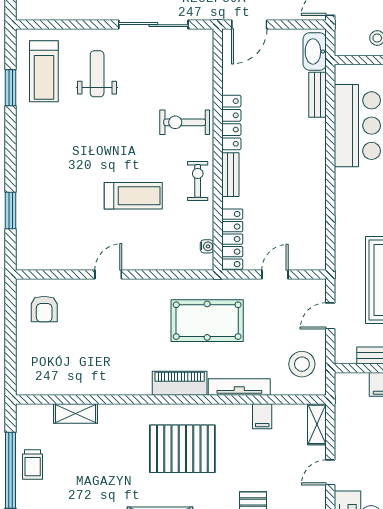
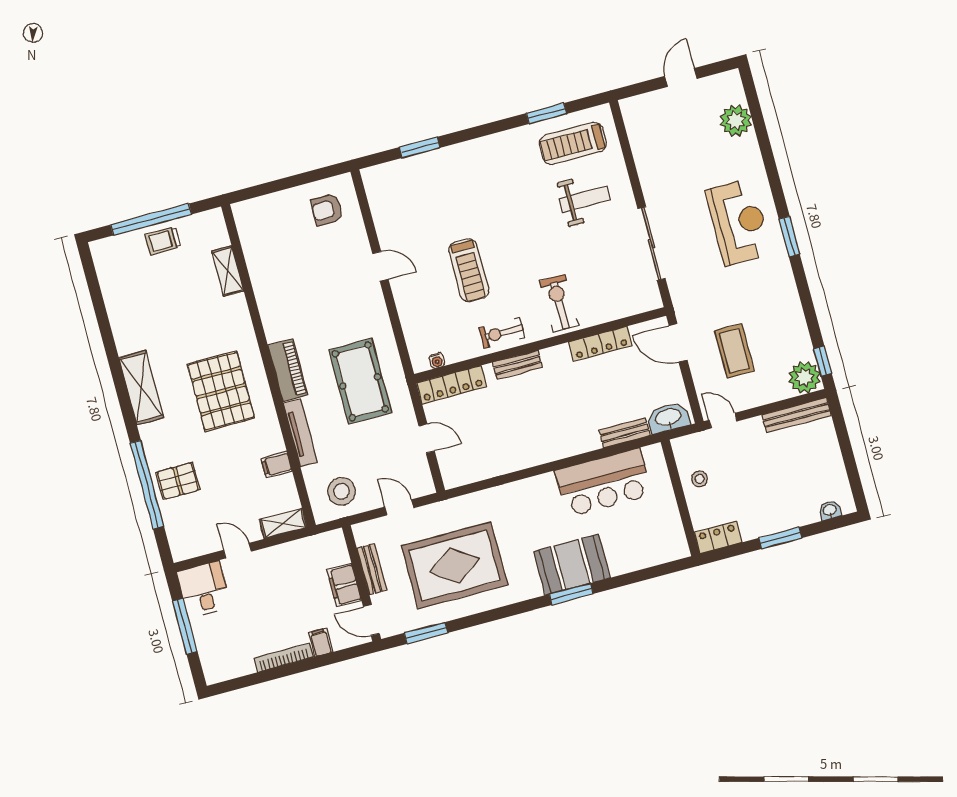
locker: (231, 122) -> (600, 344), moved
exercise bike: (198, 181) -> (502, 333), turned 180

